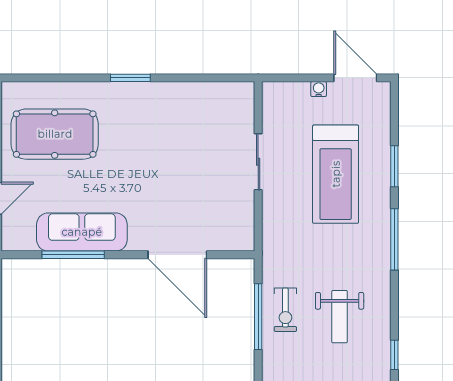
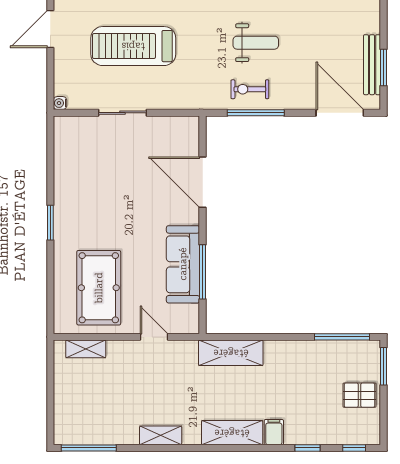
water cooler: (319, 89) -> (60, 103), moved
treadmill: (336, 174) -> (133, 46), turned 180
door: (177, 255) -> (203, 182), swing flipped
exercise bike: (285, 310) -> (250, 89), turned 180

